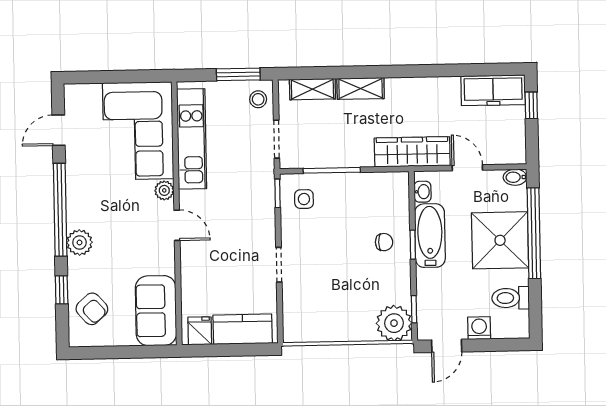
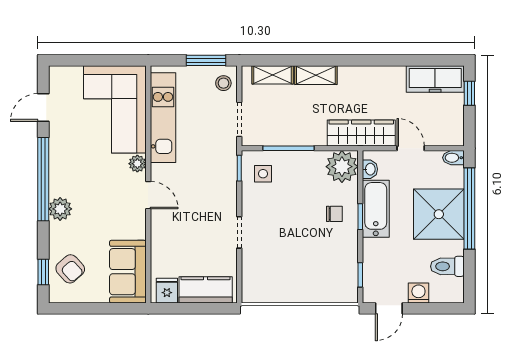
window: (62, 290) -> (43, 272), moved
plant: (394, 323) -> (342, 167), moved

